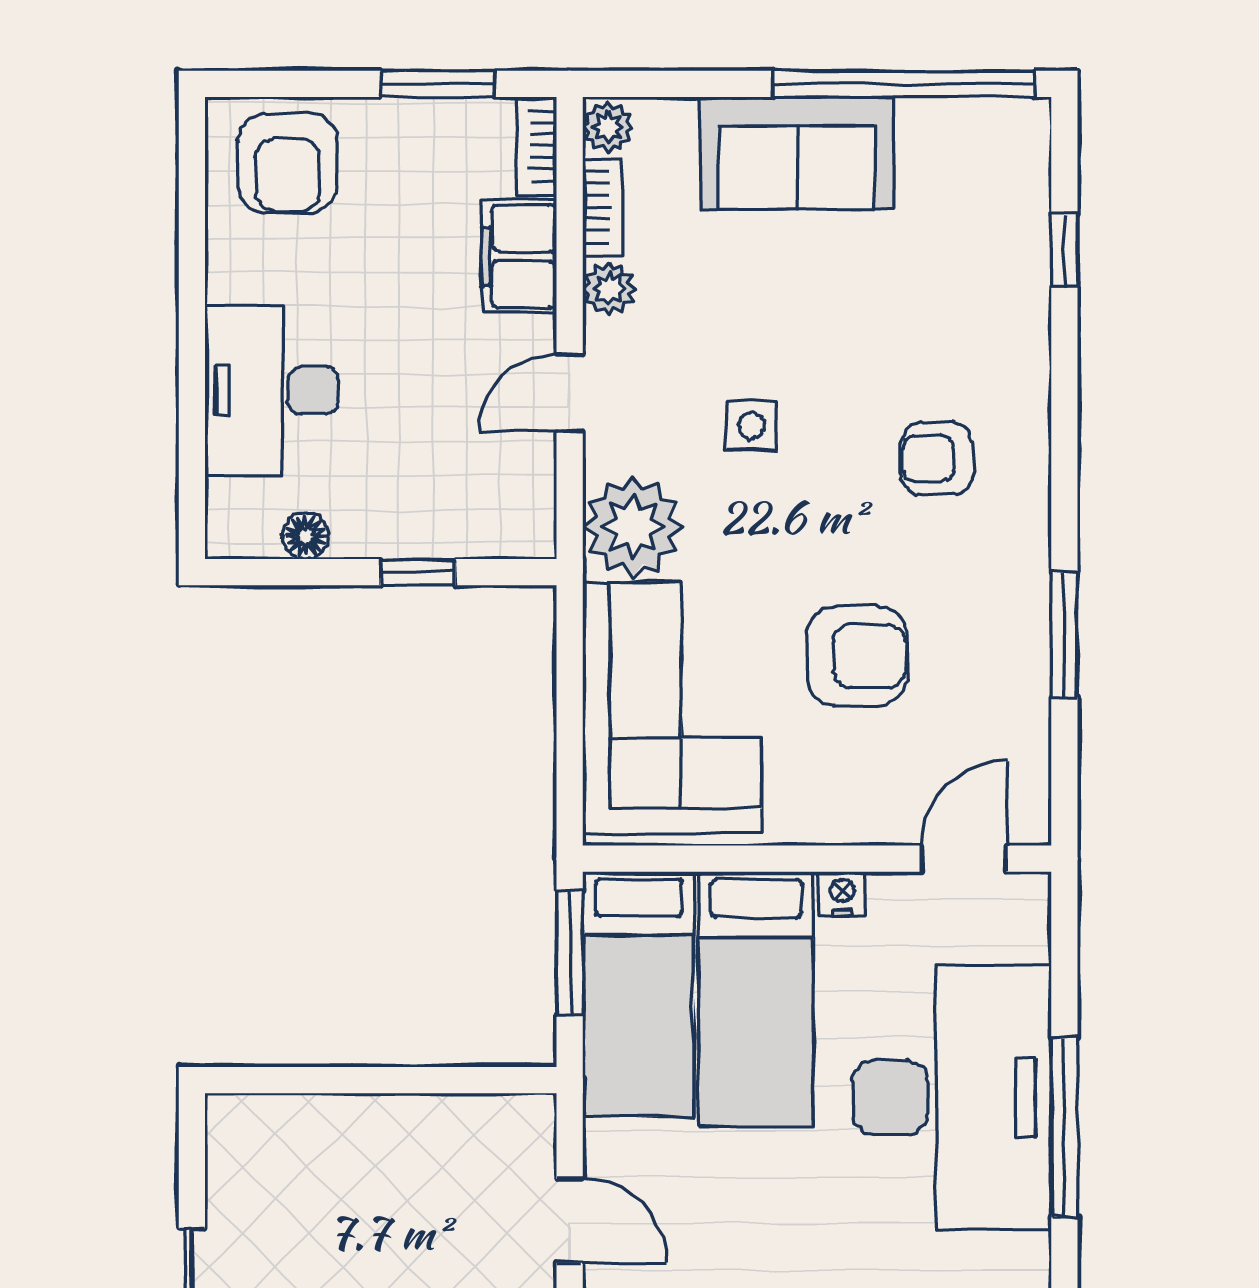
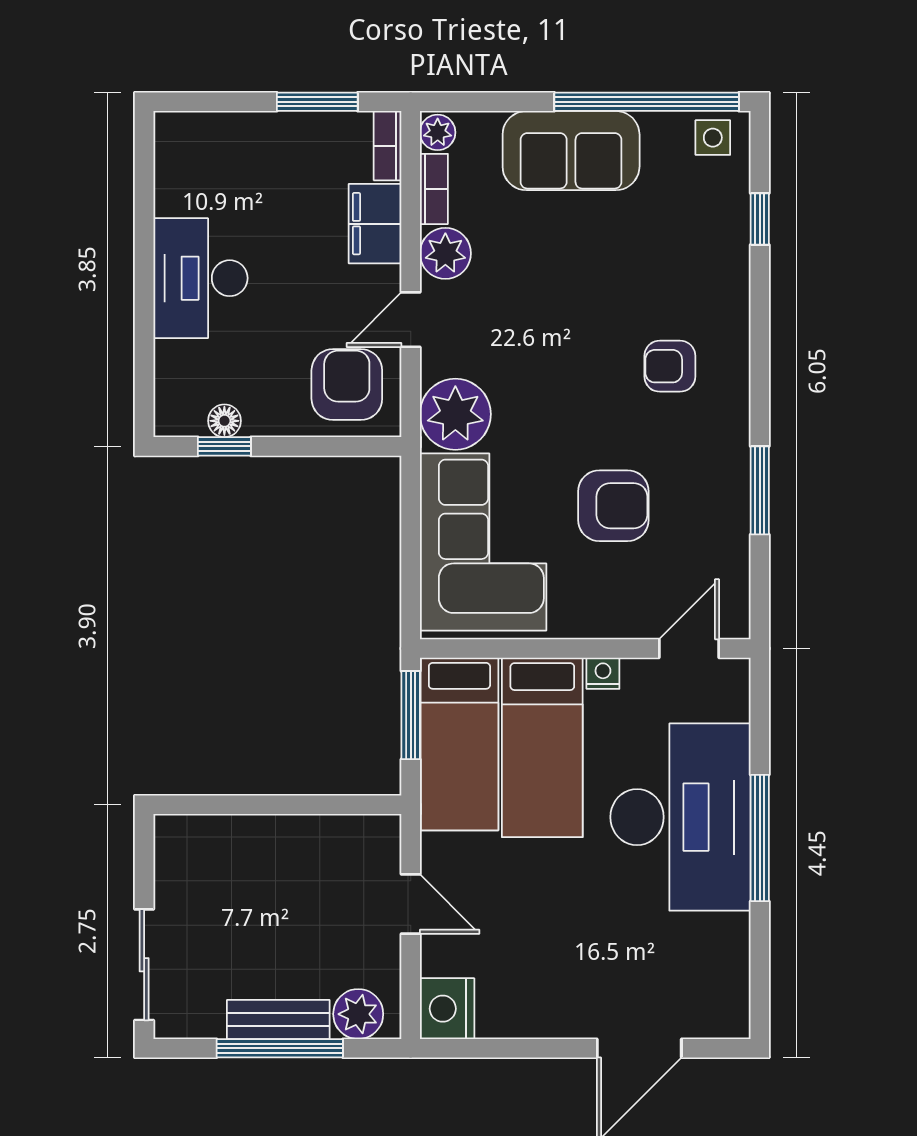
armchair: (288, 163) -> (347, 385), moved, turned 180
plant: (609, 289) -> (445, 253), width x1.38, depth x1.38
desk: (272, 391) -> (200, 278), moved
side table: (752, 425) -> (713, 138), moved
window: (418, 572) -> (224, 446), moved

